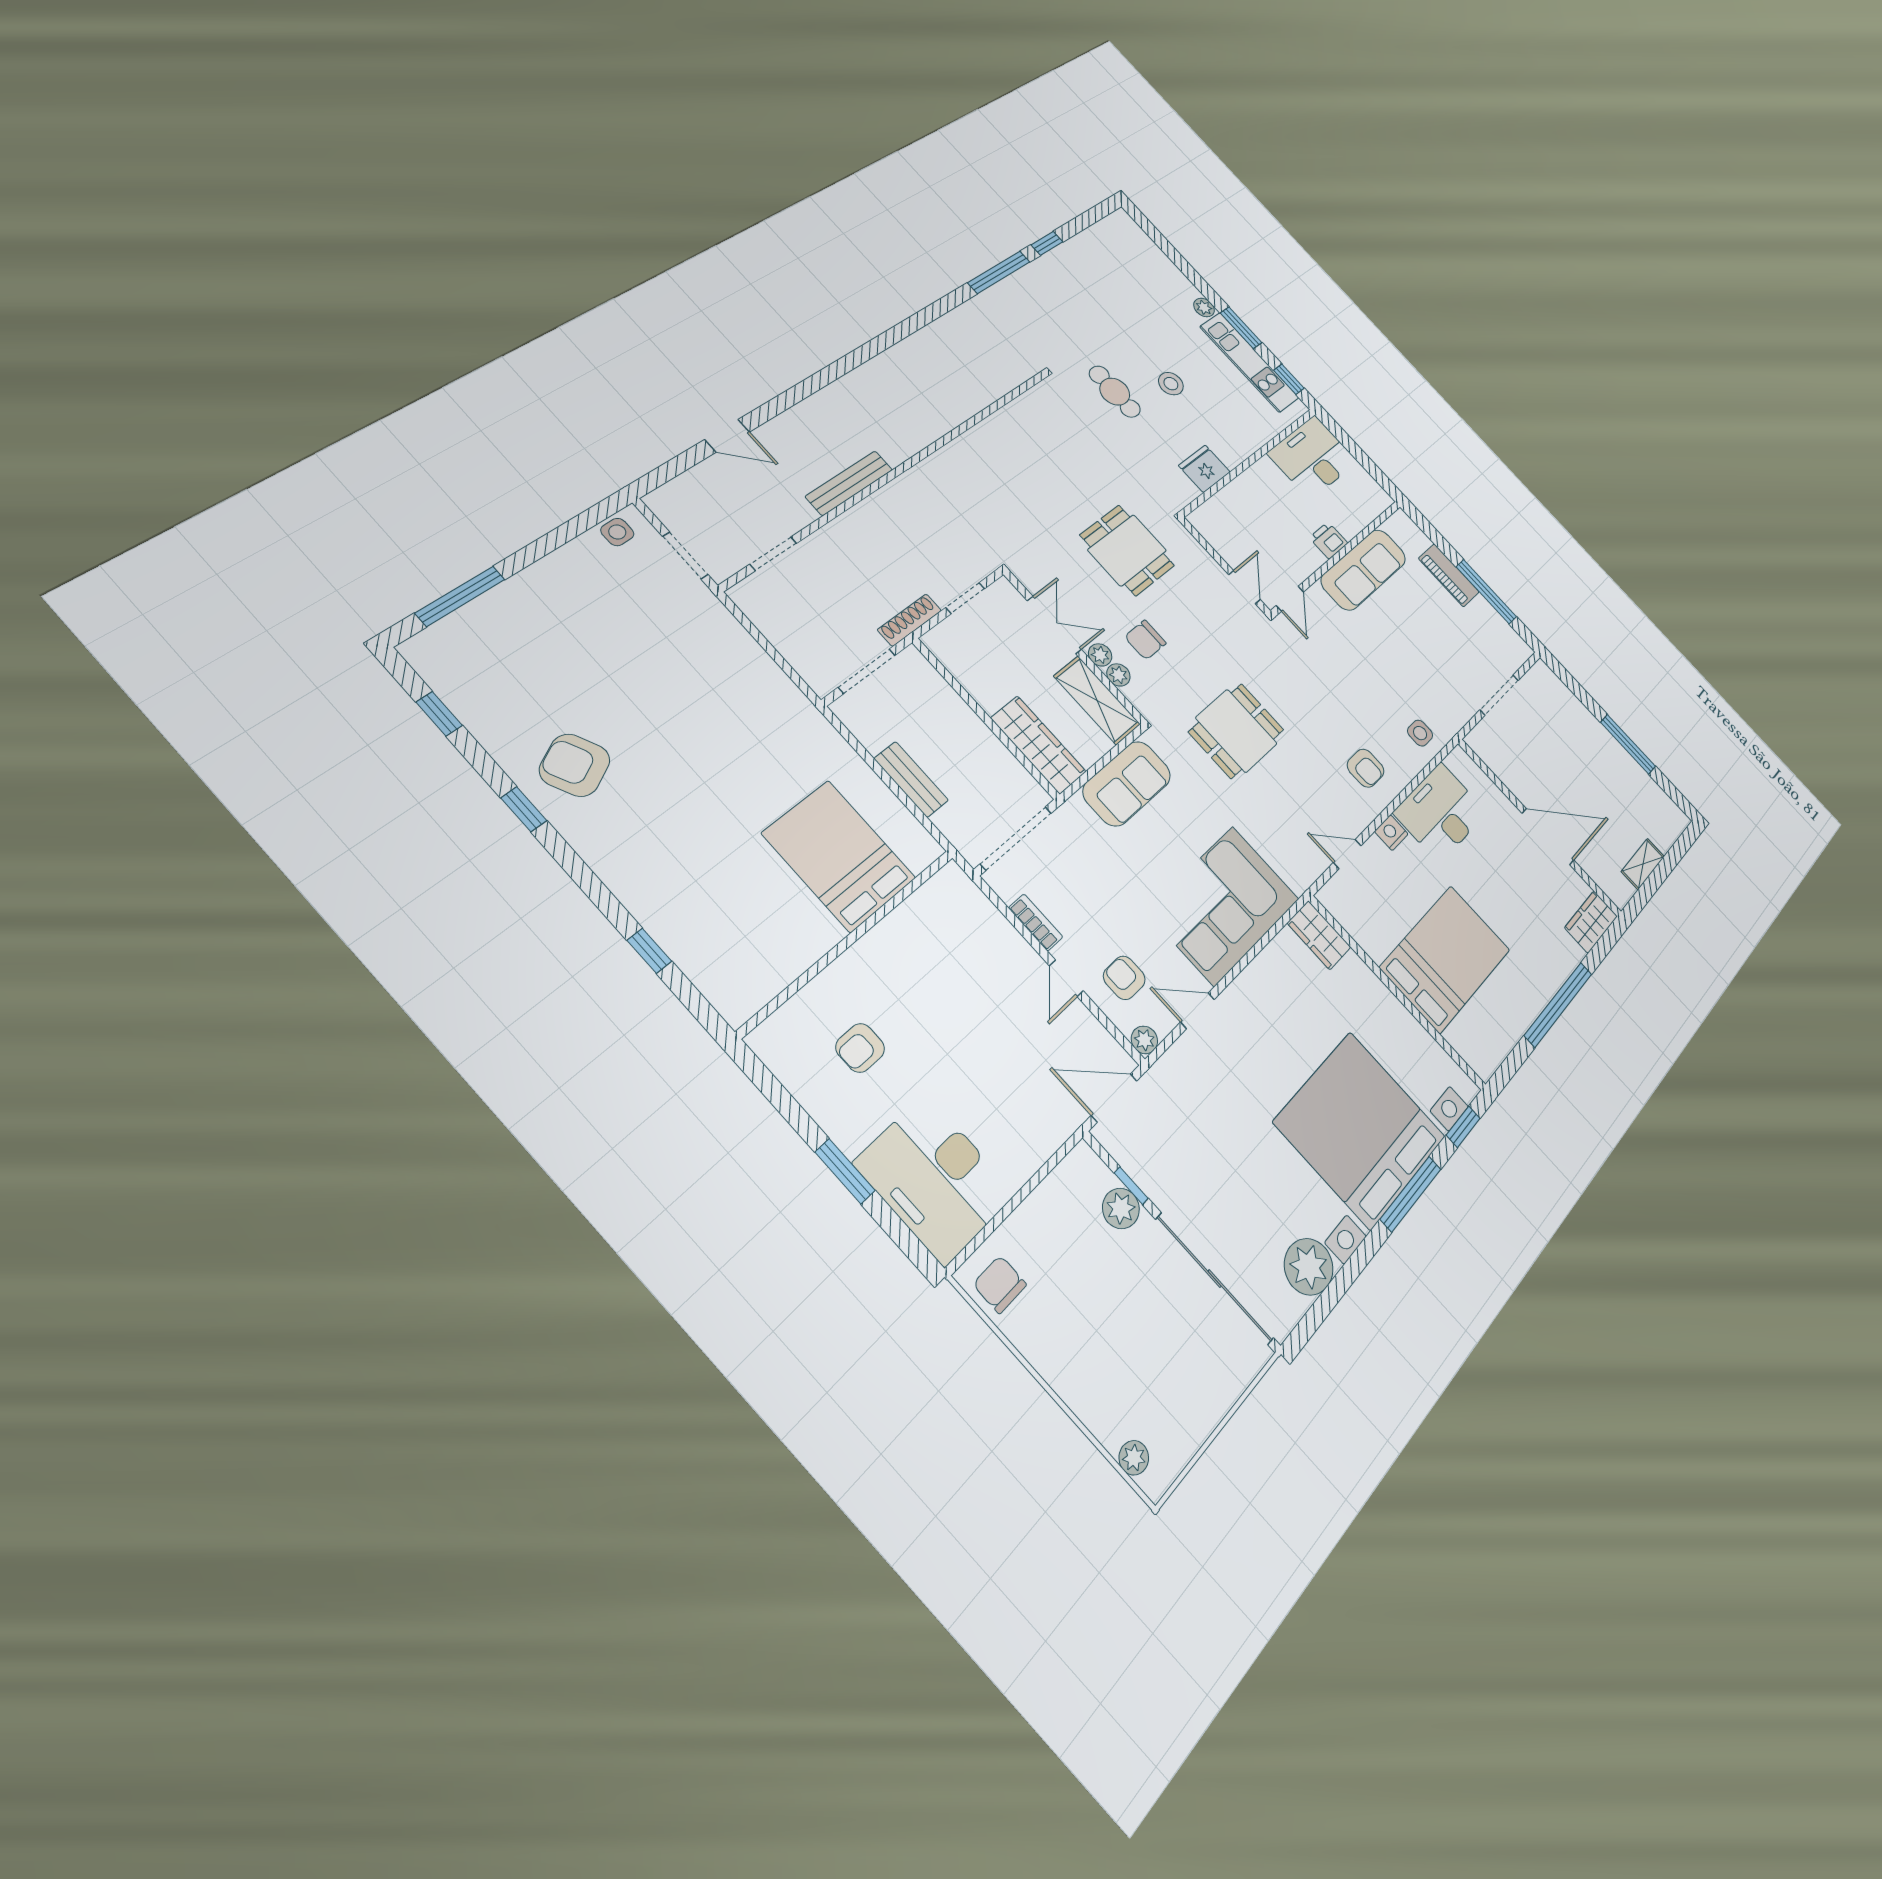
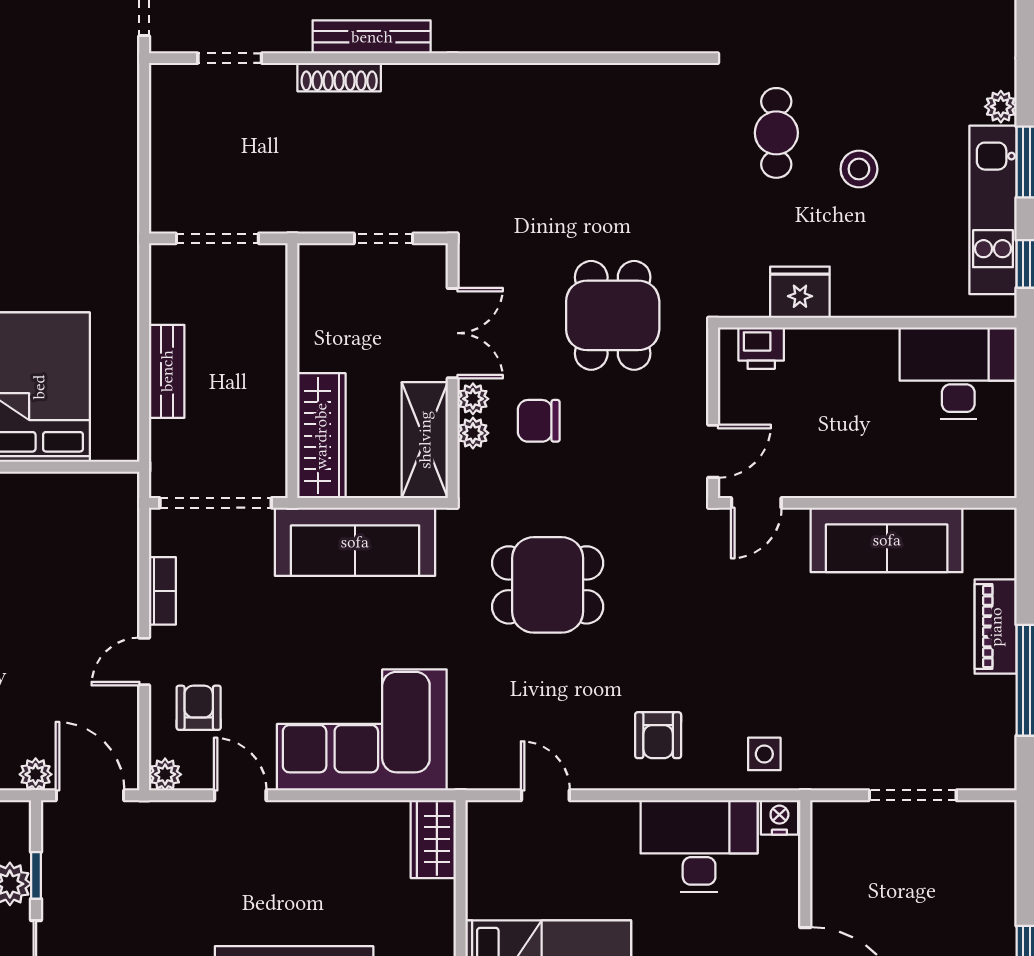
printer: (1329, 540) -> (761, 348), moved, turned 180
shoe rack: (910, 620) -> (339, 77), moved, turned 180
sofa: (1127, 783) -> (355, 542), width x1.36
nightstand: (1391, 833) -> (779, 817), moved
plant: (1069, 1117) -> (36, 774), added

